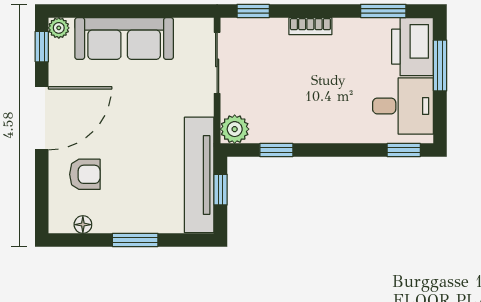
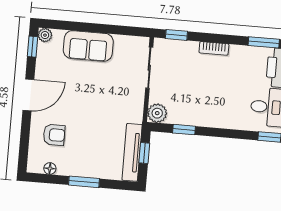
sofa: (124, 39) -> (88, 46), width x0.73
door: (42, 118) -> (28, 95), width x0.73
tv unit: (199, 175) -> (132, 152), width x0.73, depth x0.78

